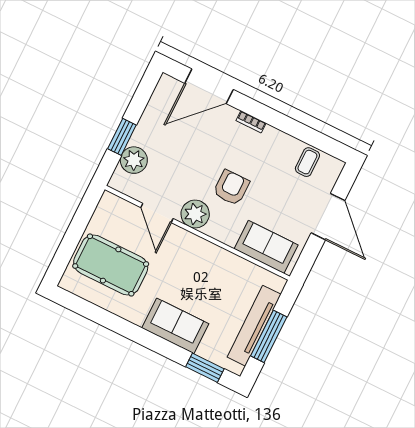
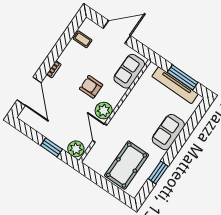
plant: (134, 160) -> (76, 149), moved
door: (157, 213) -> (100, 133), swing flipped
window: (205, 368) -> (158, 172), moved

